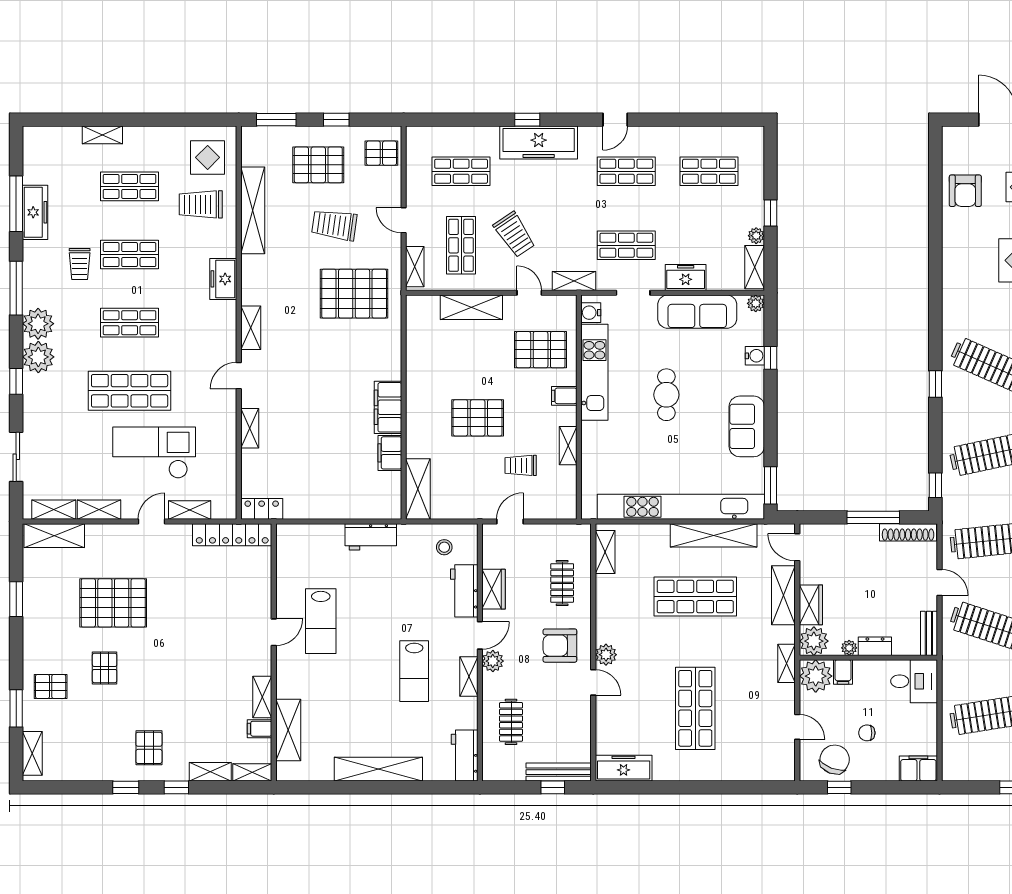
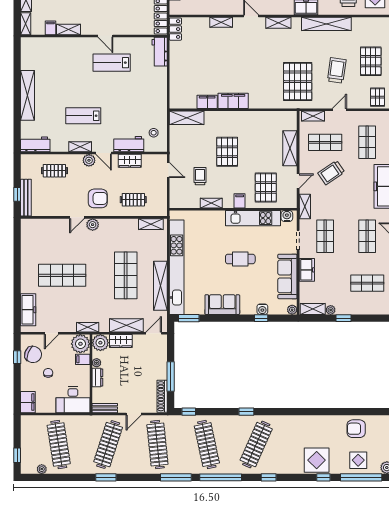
shop shelf: (709, 171) -> (367, 283), turned 90
shelving: (253, 210) -> (326, 24), moved
workbench: (371, 537) -> (160, 52), moved
armchair: (560, 646) -> (98, 198), turned 90
desk: (914, 681) -> (73, 400), width x1.37
shelving: (288, 730) -> (50, 44), removed
freezer: (624, 768) -> (28, 310), moved

